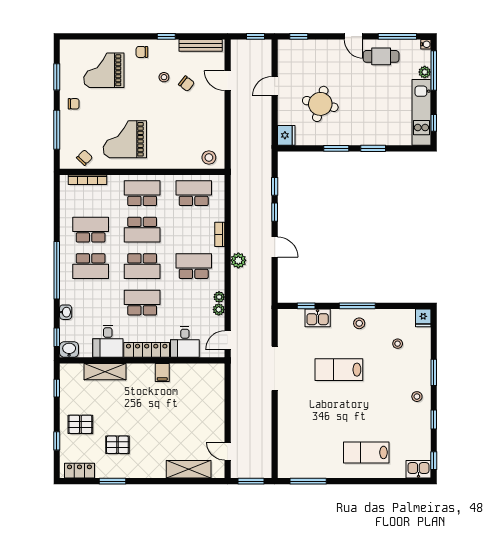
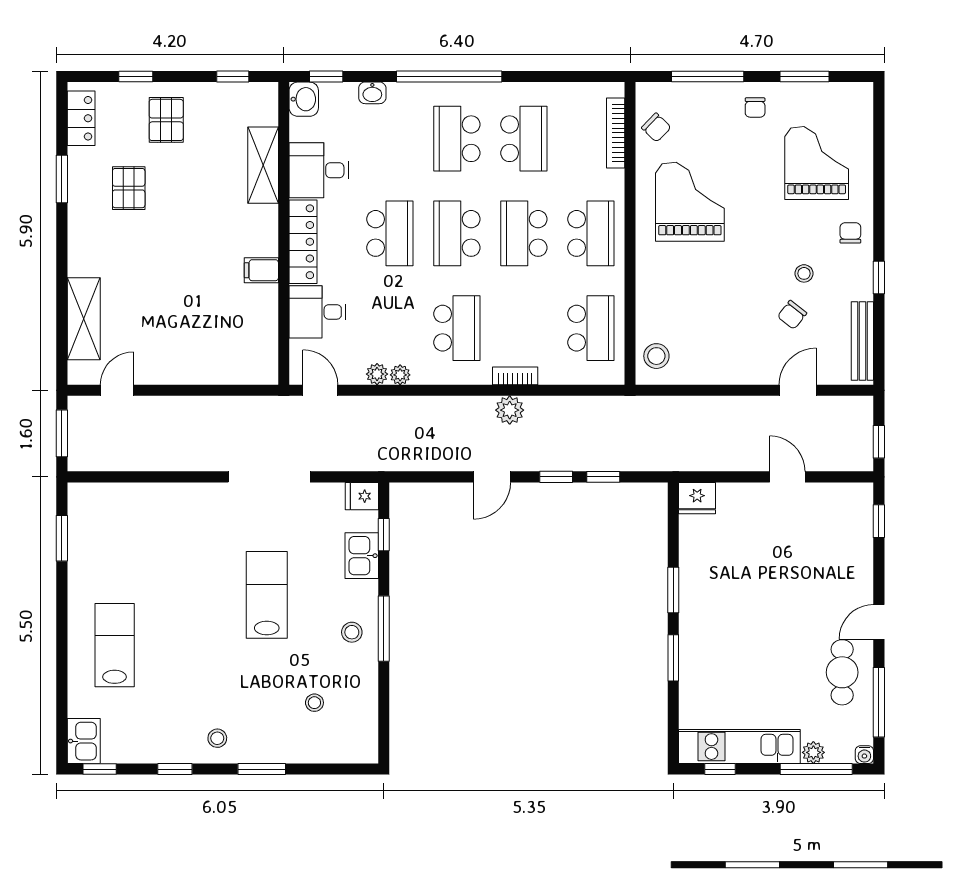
round table: (320, 104) -> (755, 561), removed
plant: (238, 260) -> (510, 410), moved
fridge: (423, 318) -> (362, 496), moved
window: (308, 481) -> (62, 538), width x0.69

